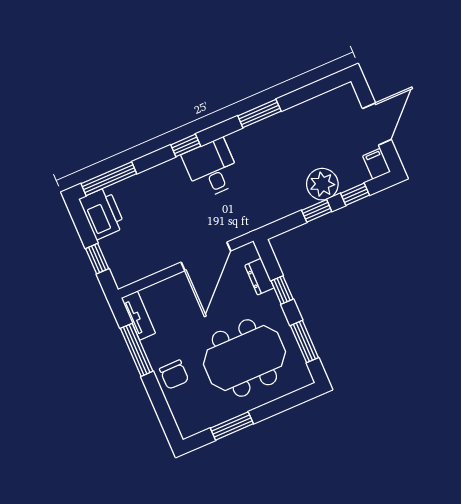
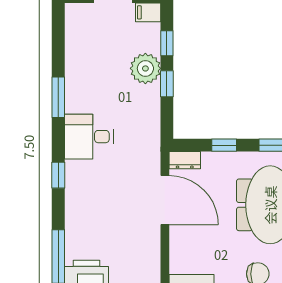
desk: (212, 168) -> (89, 137), moved
dresser: (259, 277) -> (185, 160), moved

